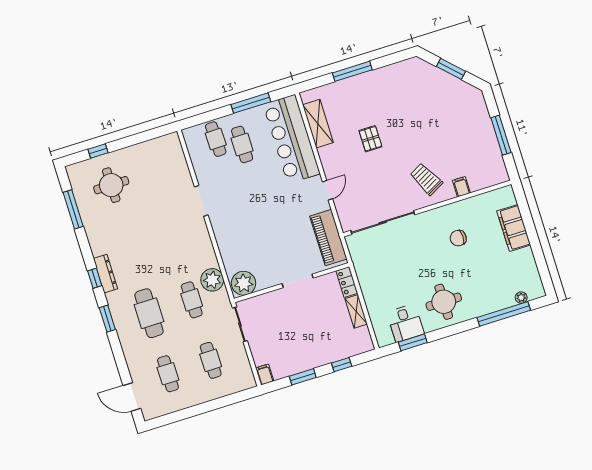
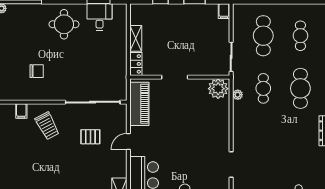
pallet: (370, 139) -> (90, 137), moved, turned 90
plant: (212, 280) -> (238, 95), width x0.53, depth x0.53
cafe table: (211, 360) -> (263, 36), width x1.37, depth x1.35

